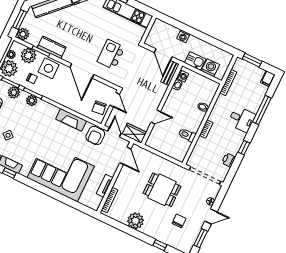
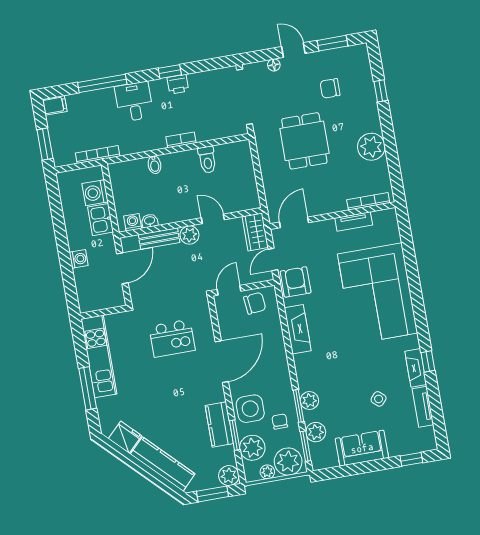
bench: (170, 73) -> (159, 239), moved
plant: (156, 100) -> (189, 235), added
armchair: (95, 136) -> (296, 282), turned -90
printer: (229, 160) -> (178, 84), moved

